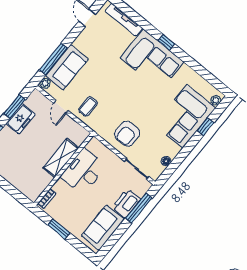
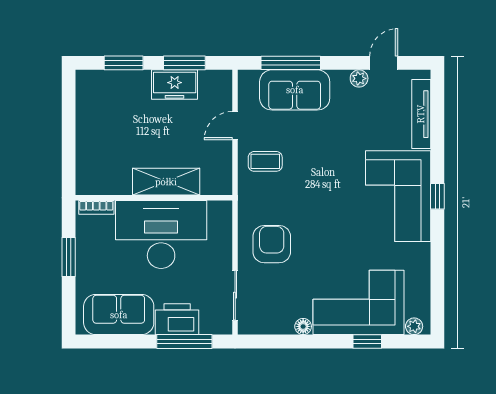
plant: (45, 83) -> (359, 78), moved
armchair: (127, 134) -> (272, 244), turned 90
floor lamp: (166, 161) -> (303, 326), moved
desk: (83, 171) -> (161, 234), width x1.36, depth x1.30

